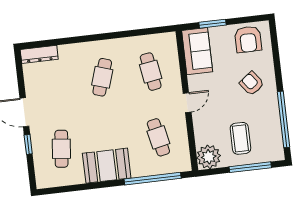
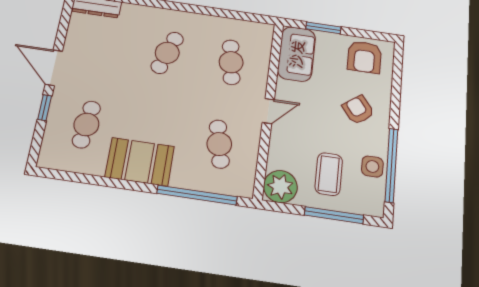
side table: (270, 124) -> (372, 166), added

